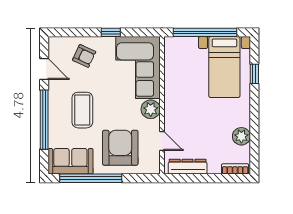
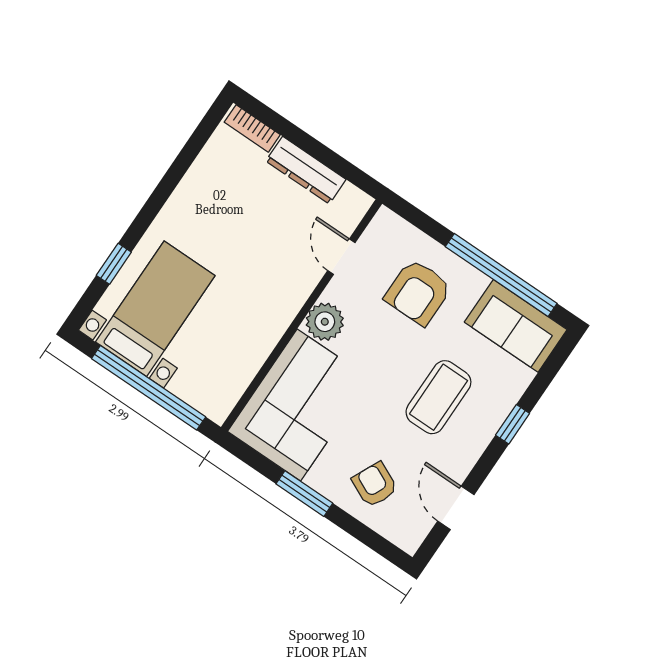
window: (111, 32) -> (304, 494), width x1.50
window: (44, 120) -> (513, 424), width x0.32
plant: (241, 136) -> (205, 175), removed
armchair: (120, 148) -> (418, 292), width x0.73, depth x0.73
dresser: (188, 167) -> (306, 170), moved

